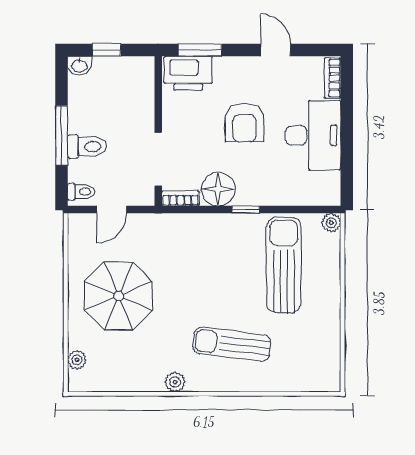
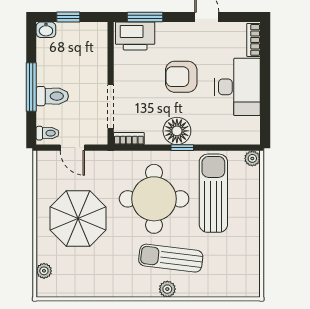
armchair: (244, 123) -> (181, 77), turned 90
floor lamp: (218, 189) -> (177, 131), moved
door: (112, 210) -> (72, 148), hinge flipped
round table: (211, 272) -> (154, 199), added
plant: (175, 382) -> (167, 289), moved

